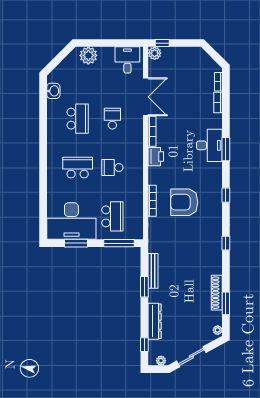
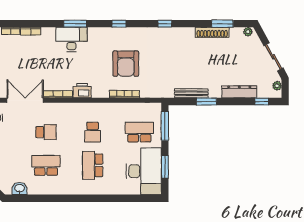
school desk: (112, 119) -> (46, 132), turned 180

